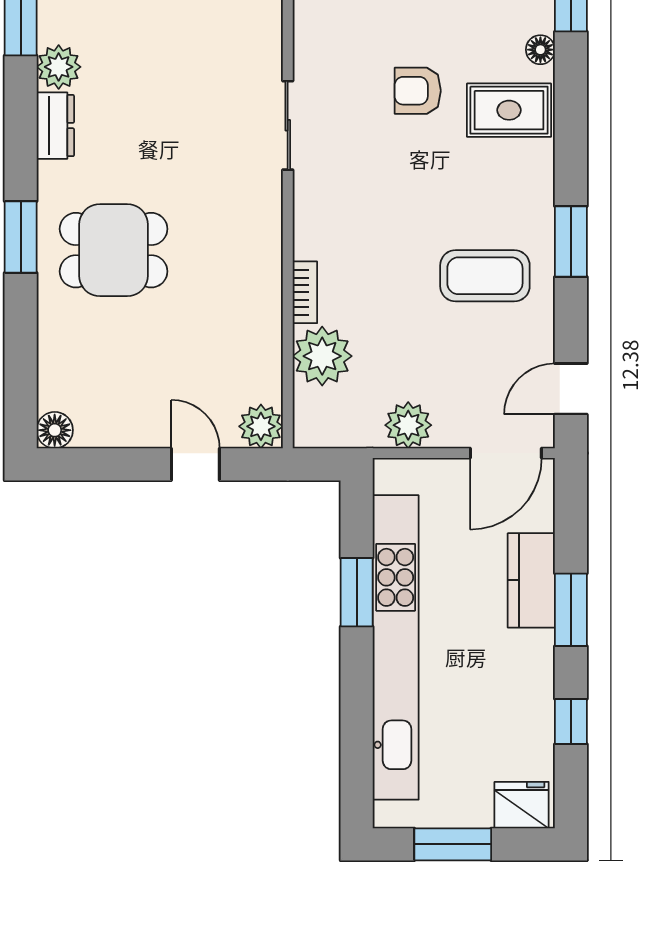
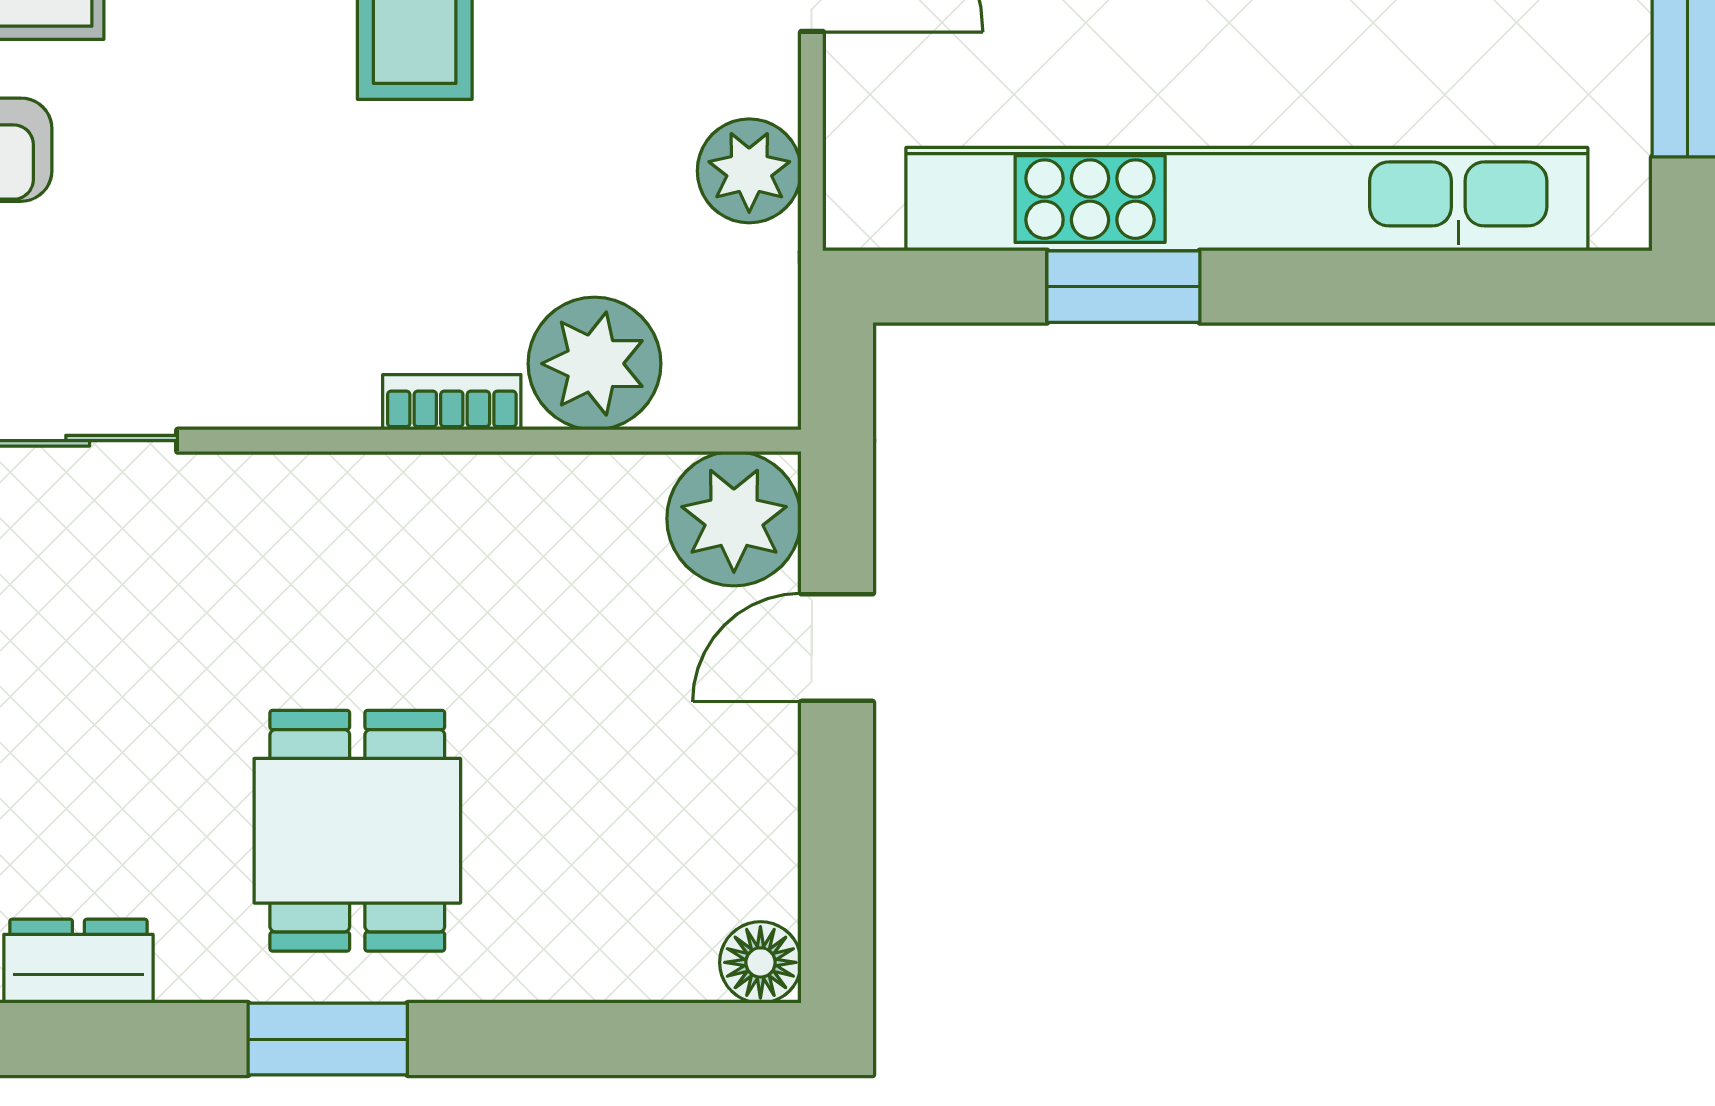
plant: (261, 426) -> (734, 519), width x1.36, depth x1.36

